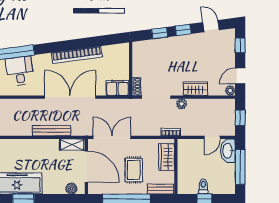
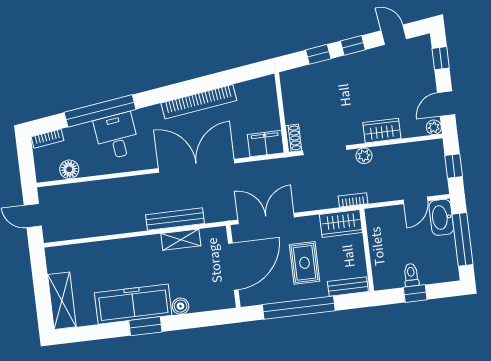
shelving: (72, 145) -> (181, 240), moved
wardrobe: (167, 157) -> (341, 223), moved, turned -90
door: (86, 167) -> (233, 266), hinge flipped
boiler: (71, 189) -> (180, 306), moved

